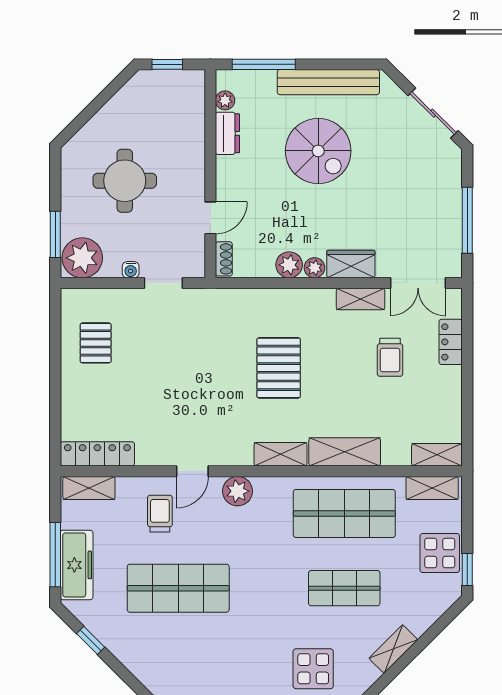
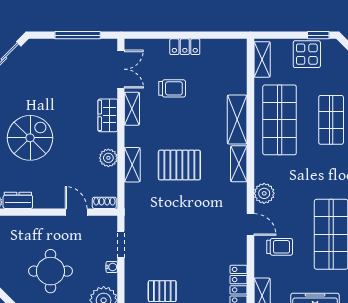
plant: (315, 268) -> (110, 140), removed
locker: (451, 342) -> (185, 47), moved
shelving: (437, 455) -> (132, 165), moved
trolley: (160, 514) -> (280, 247), turned 180

